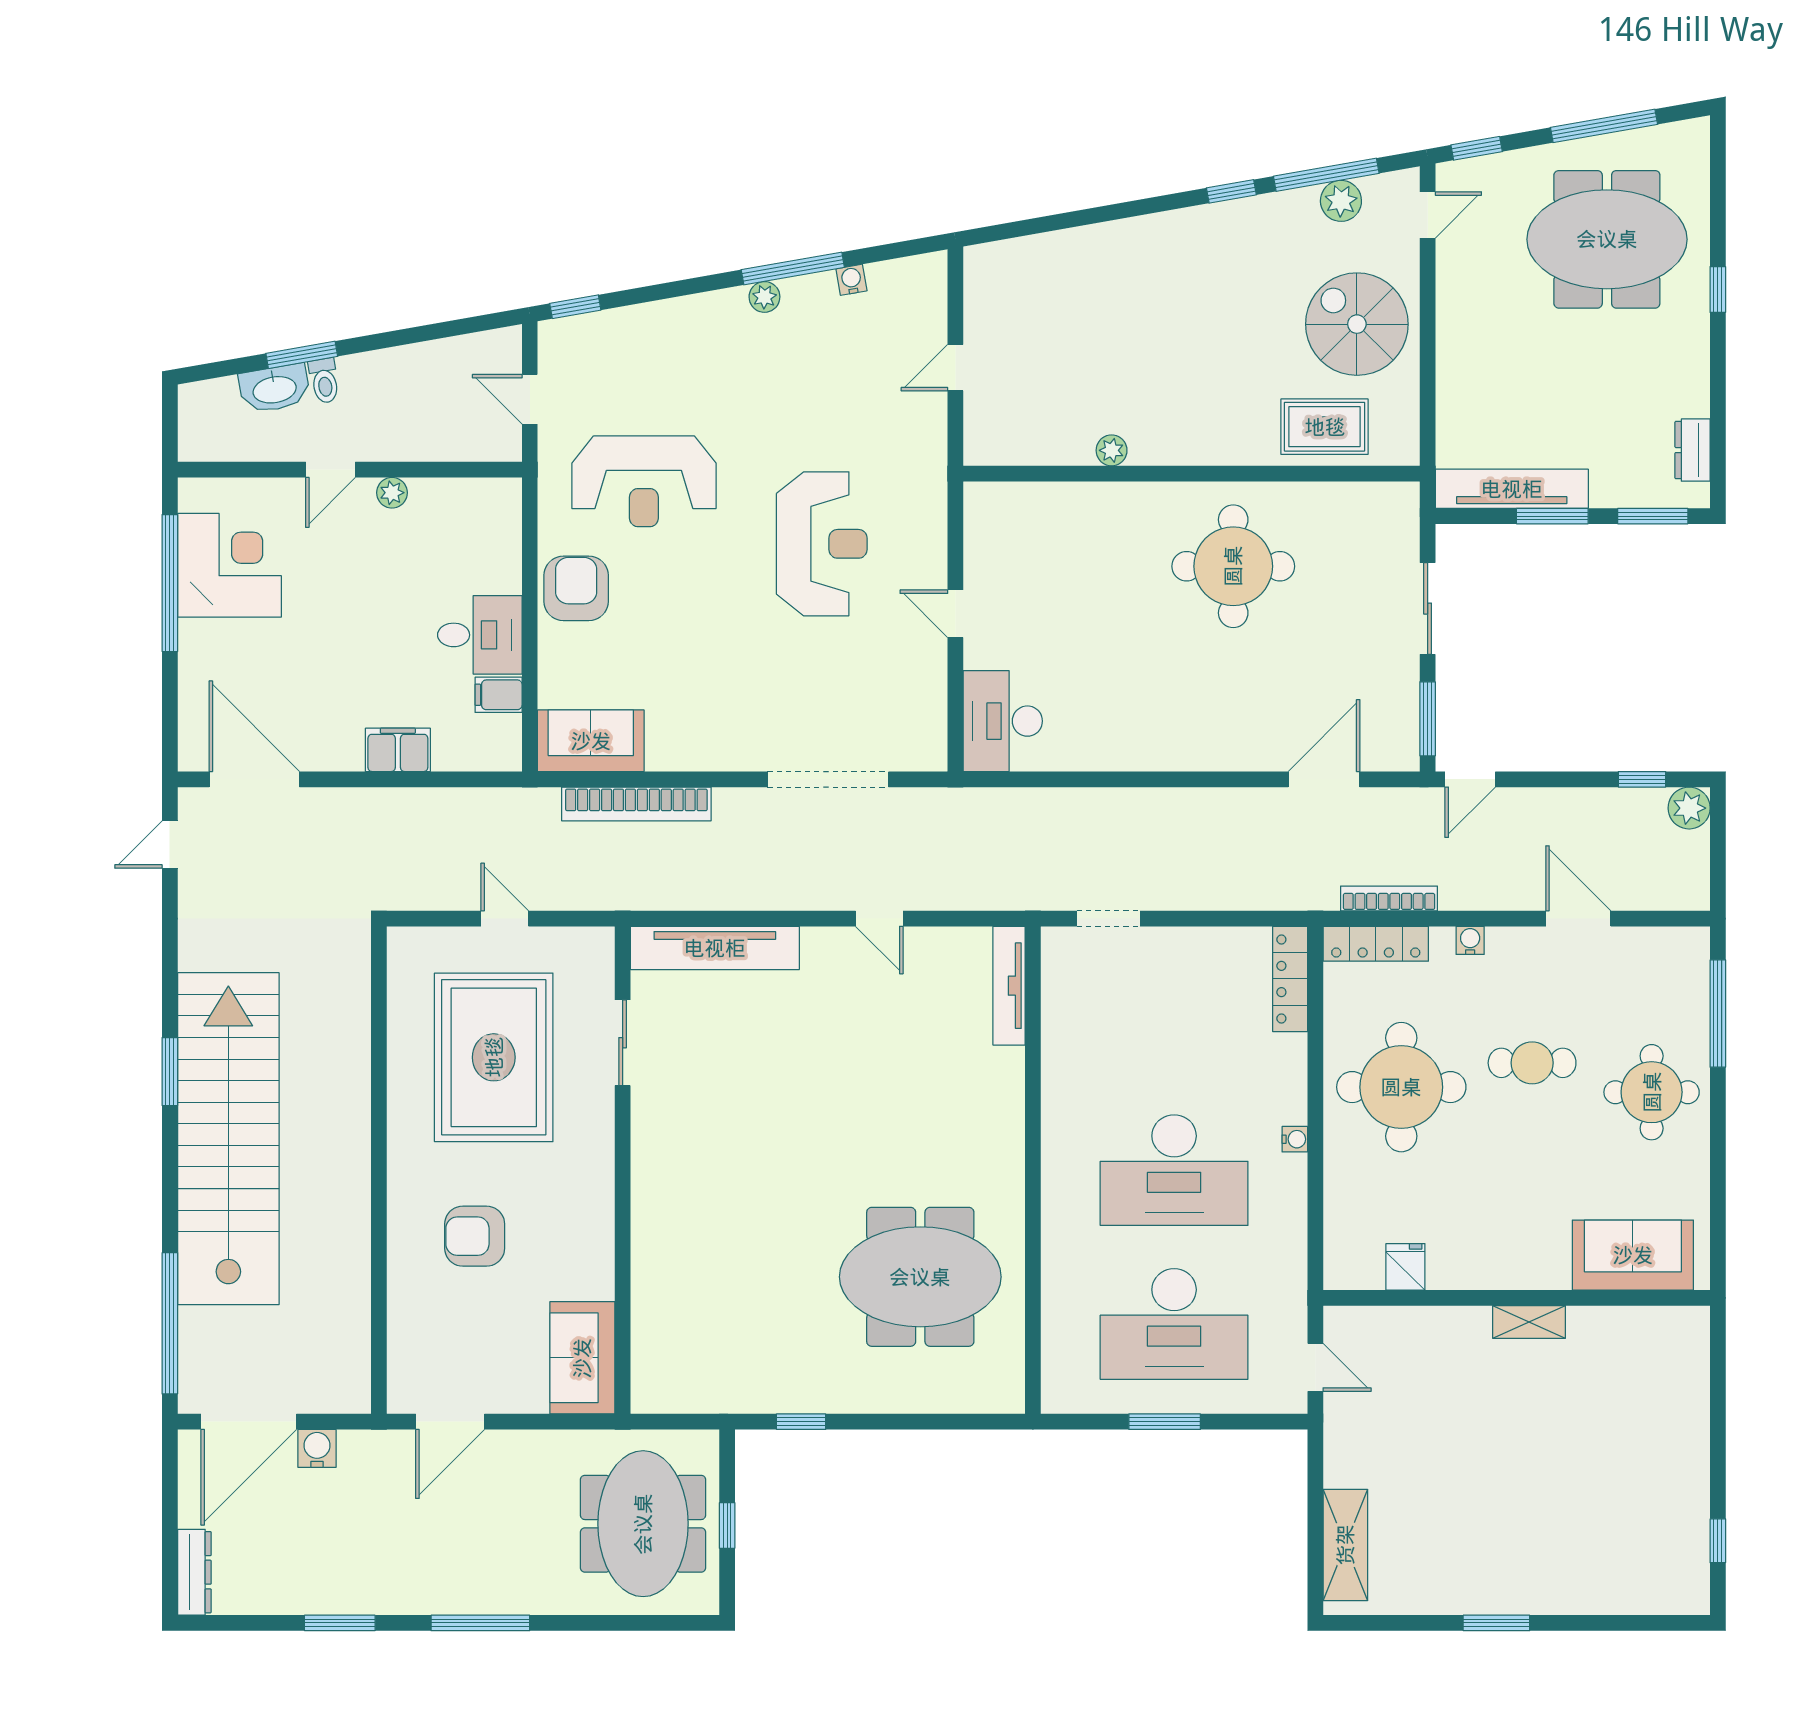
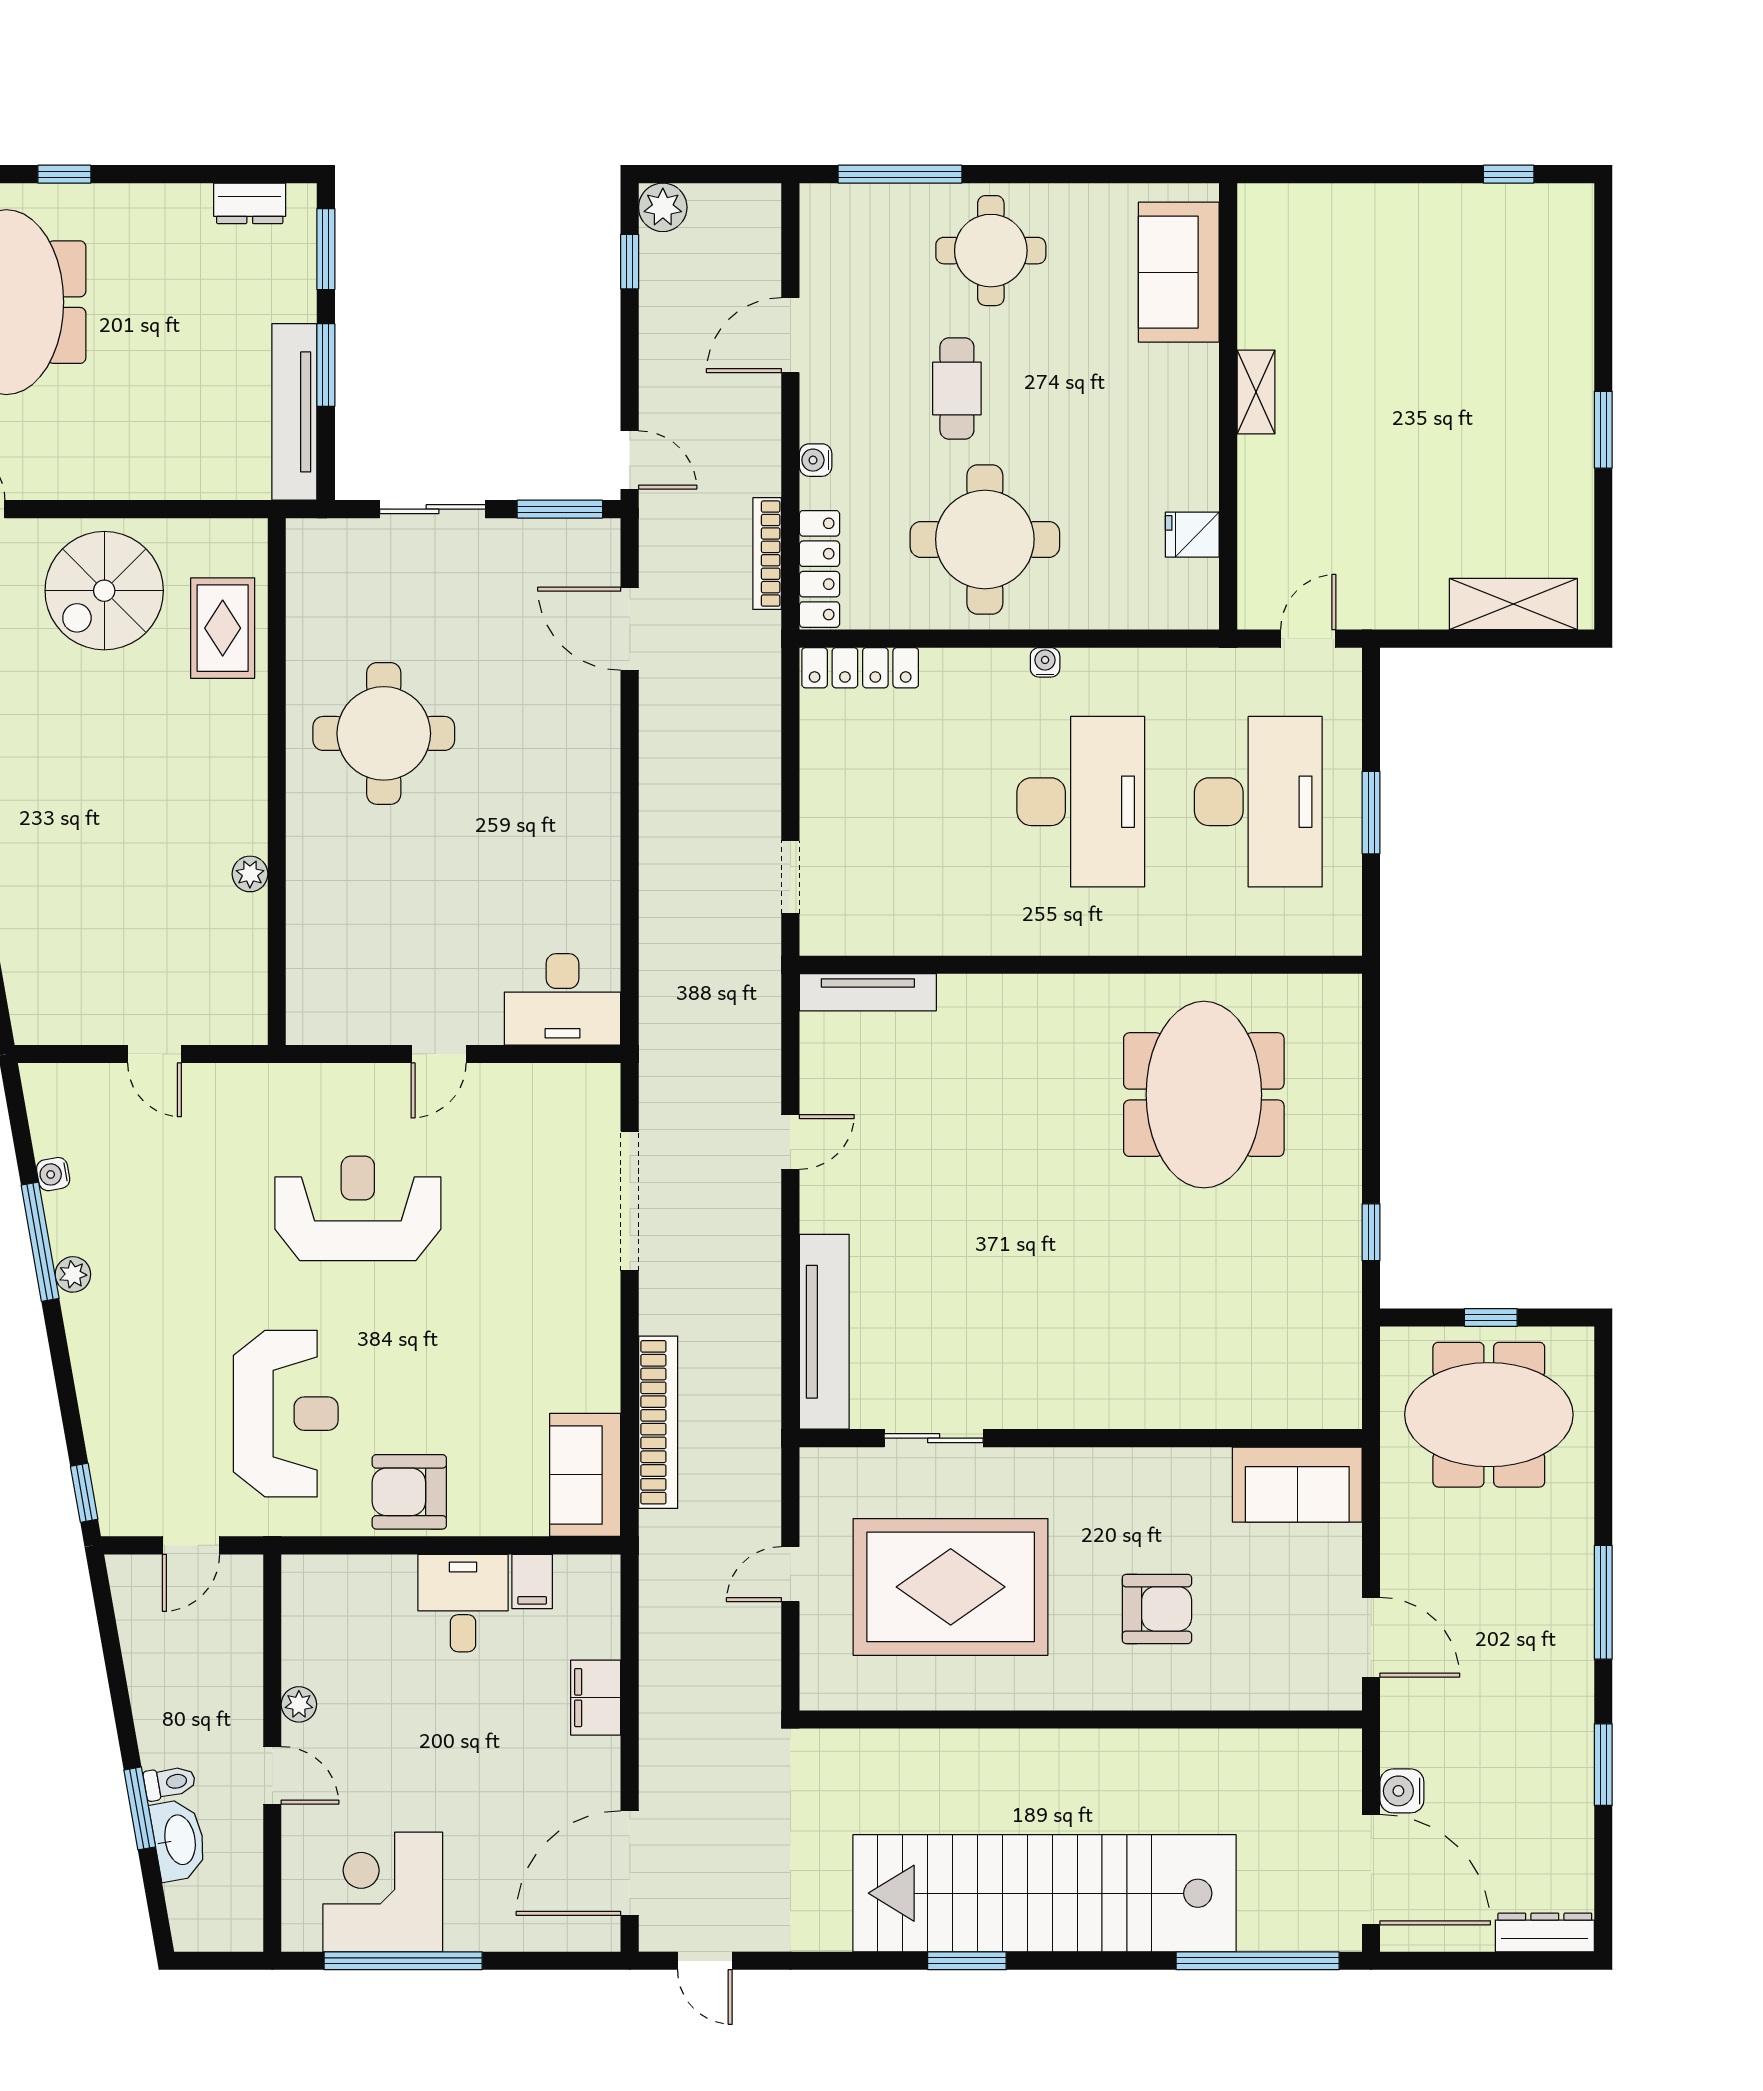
armchair: (475, 1236) -> (1157, 1609), turned -90

